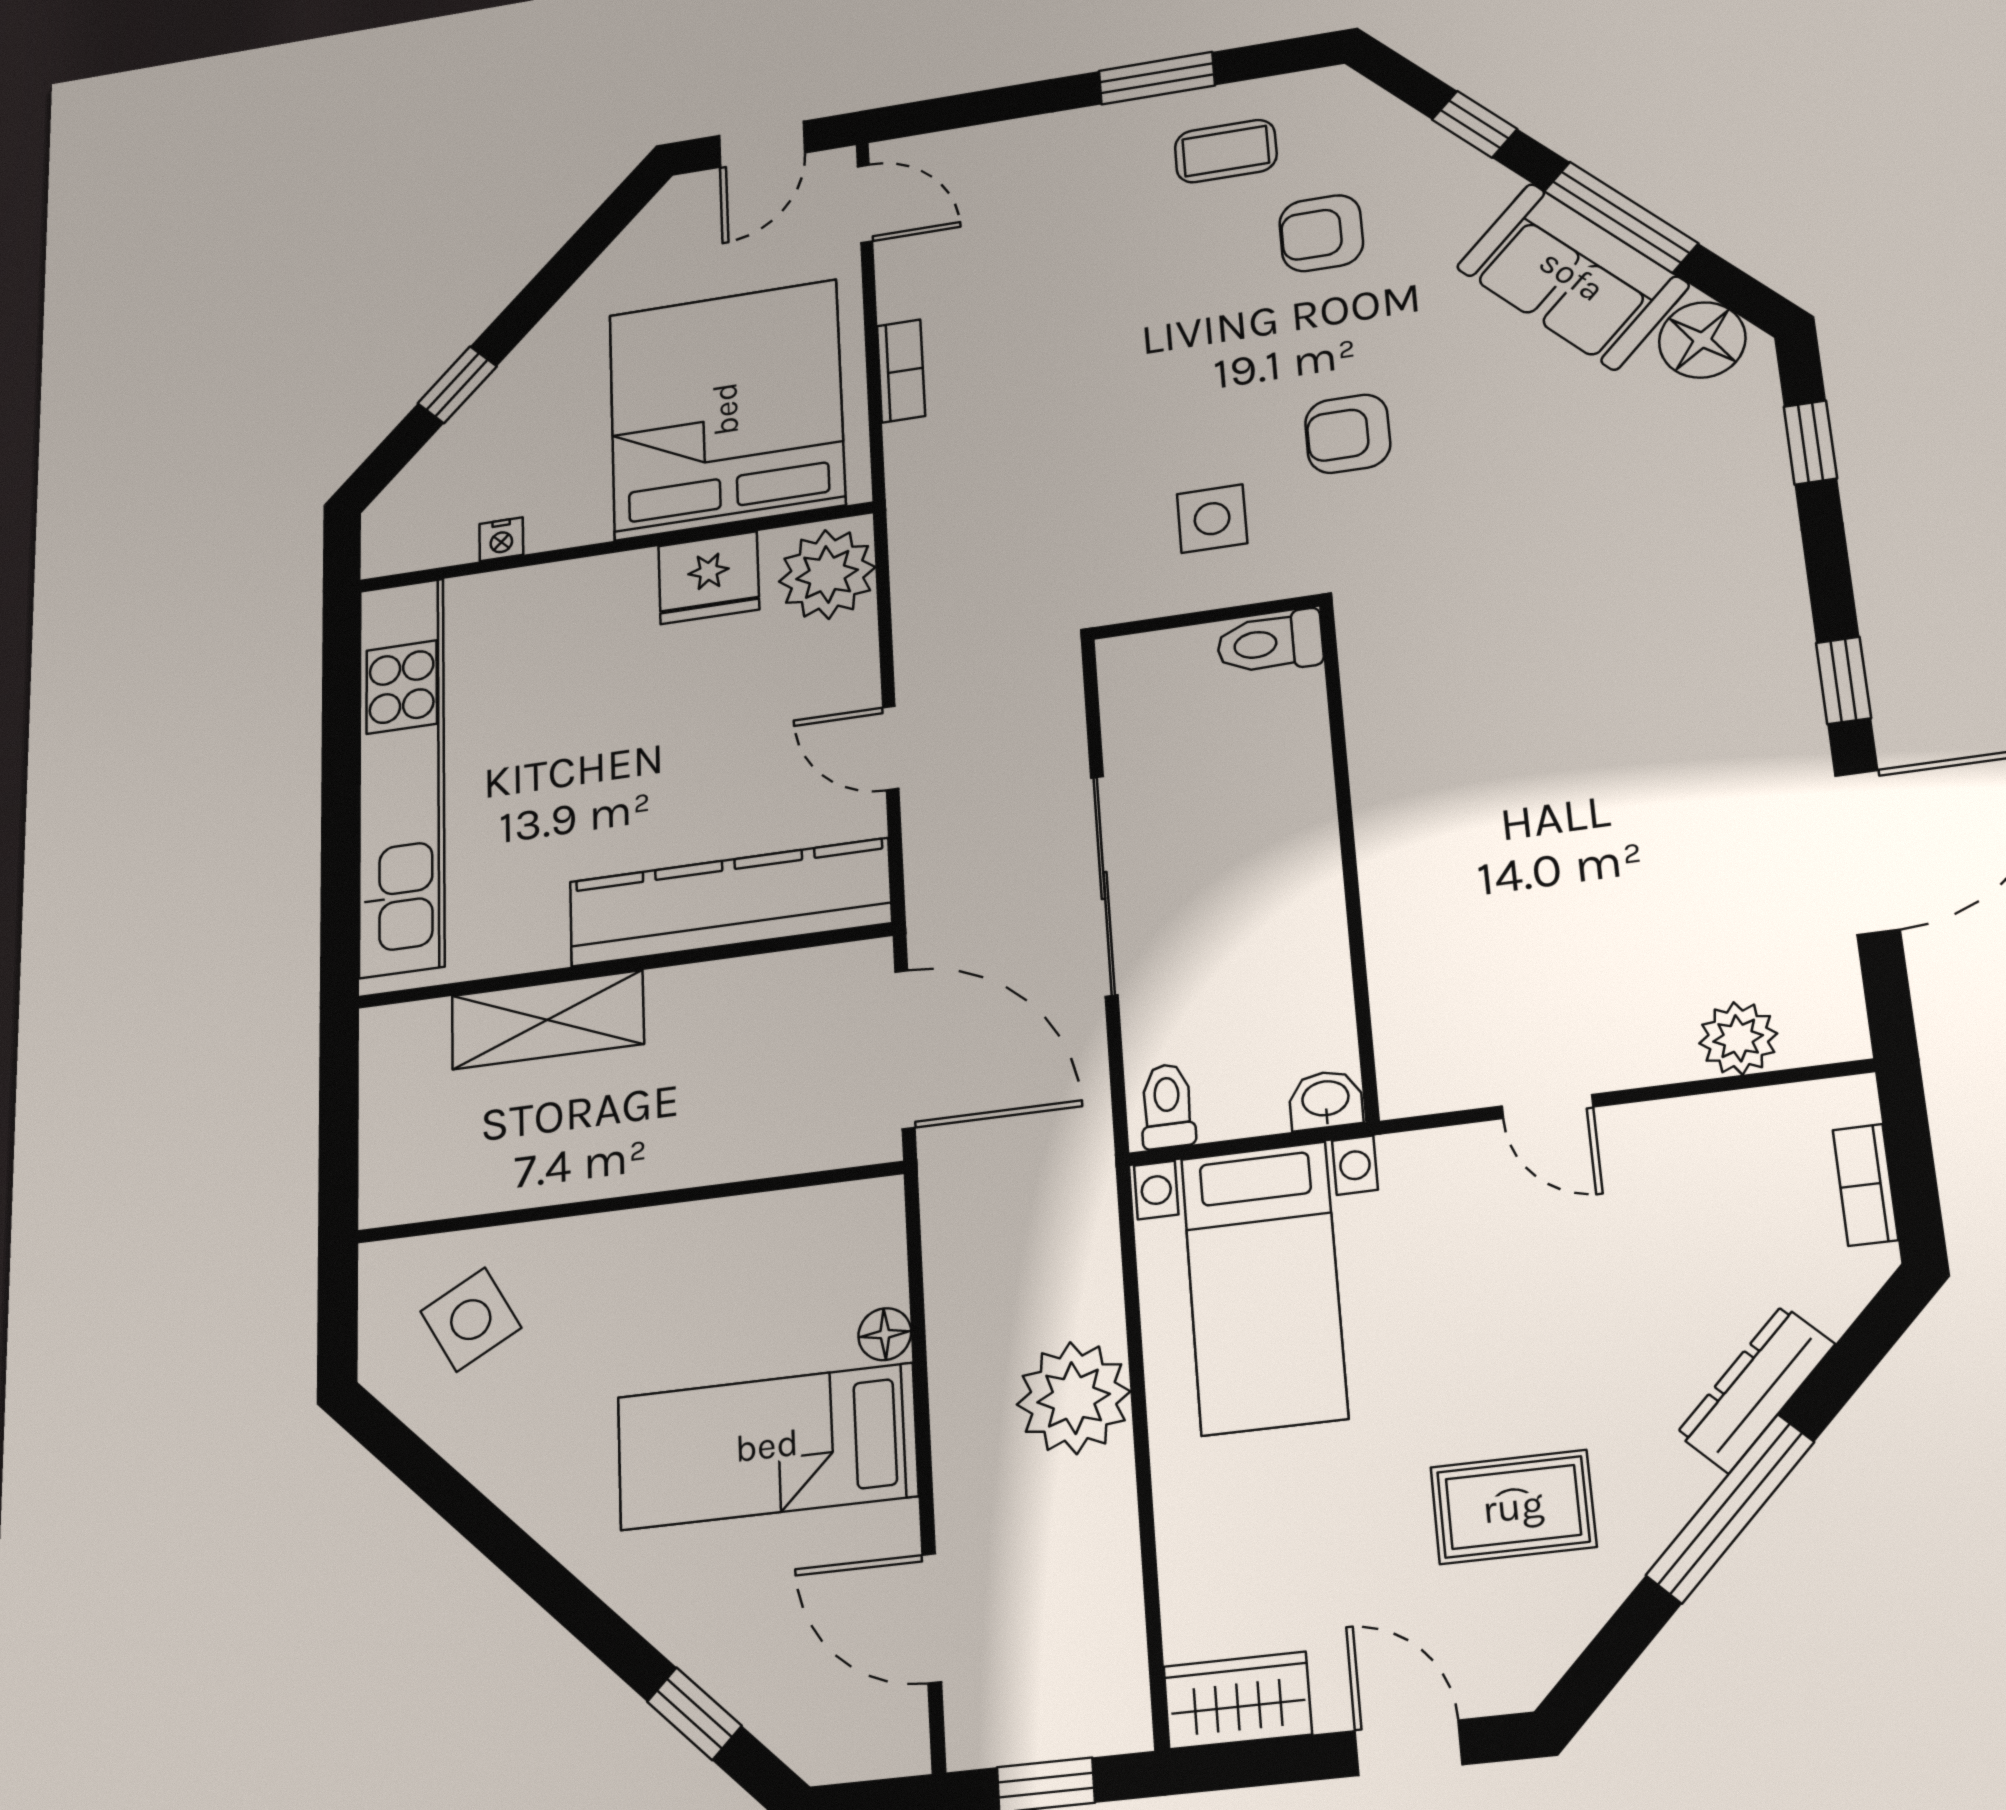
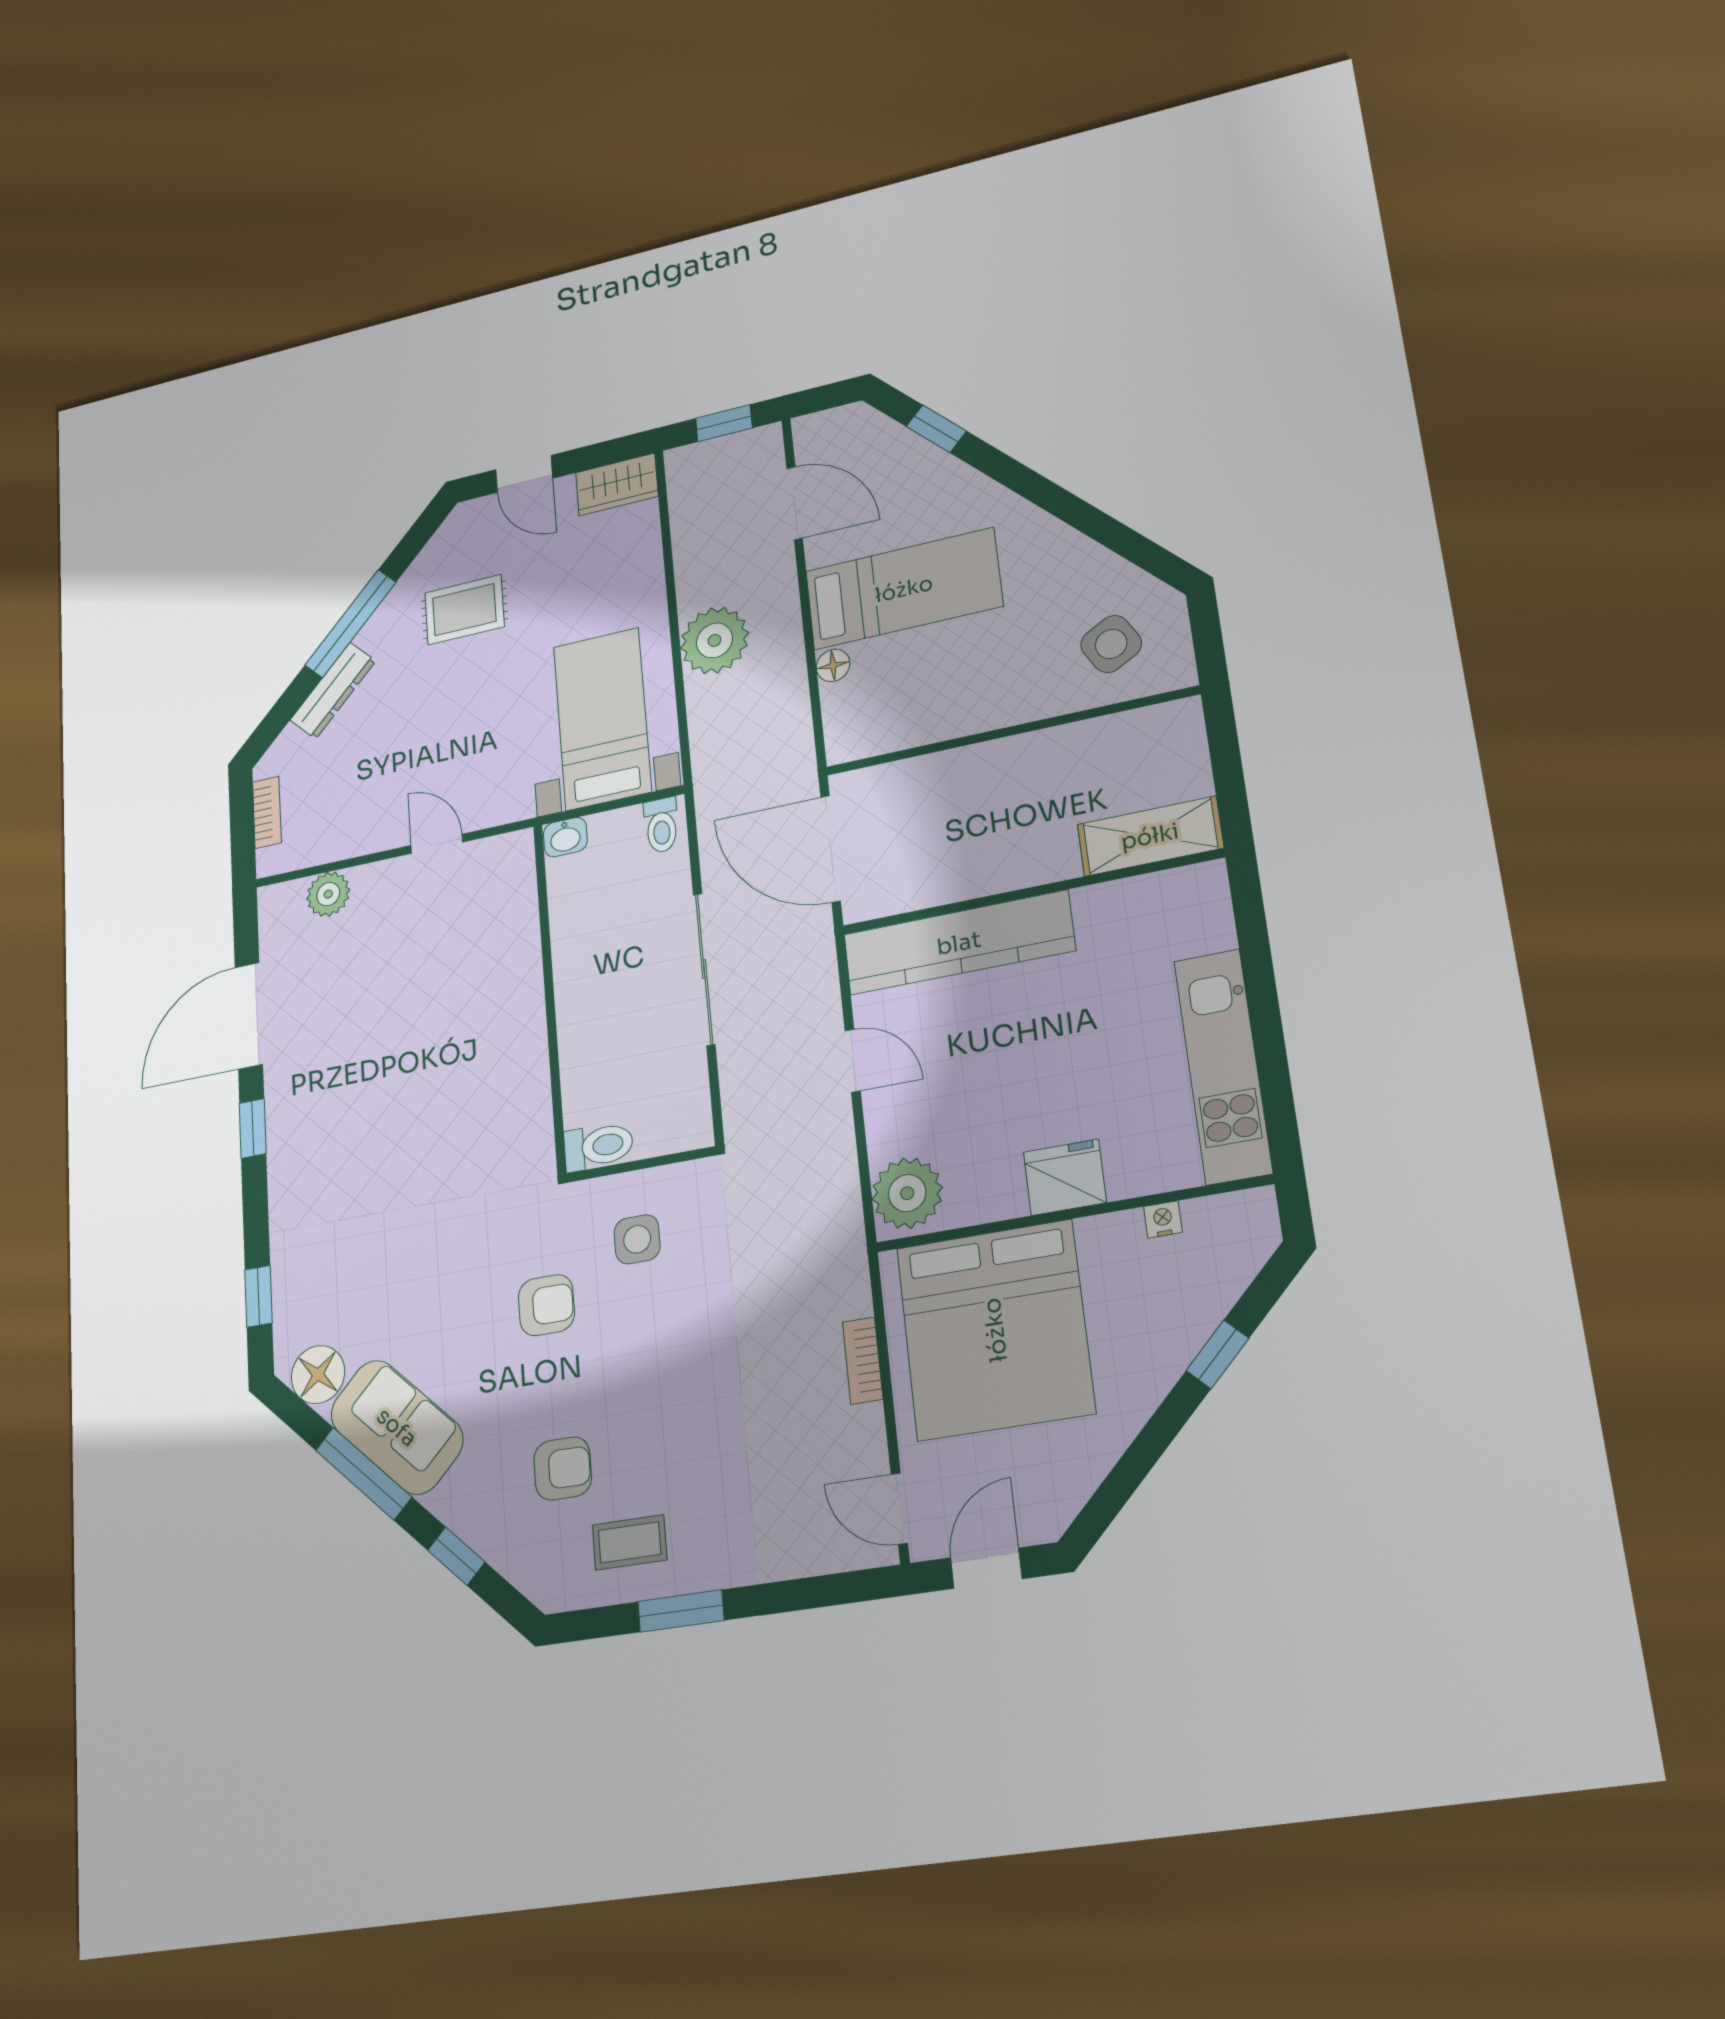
fridge: (709, 578) -> (1065, 1177), moved
kitchen unit: (402, 775) -> (1223, 1066), width x0.73
shelving: (548, 1020) -> (1150, 836), moved

